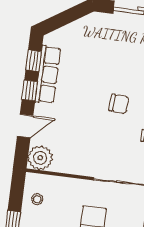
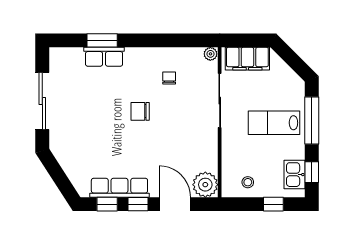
chair: (119, 104) -> (140, 111), turned -94
door: (25, 126) -> (175, 204), width x1.38

